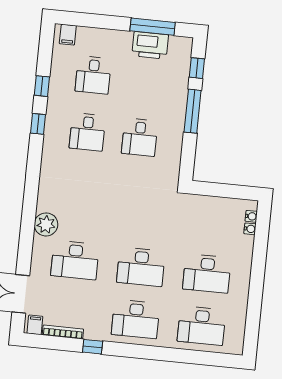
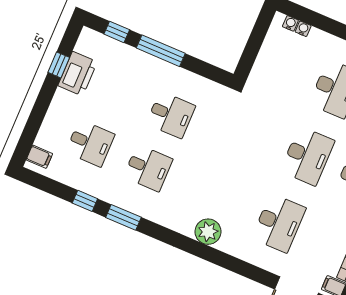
window: (153, 27) -> (59, 65), width x0.46
window: (38, 124) -> (123, 217), width x1.50
plant: (46, 224) -> (208, 232), moved

